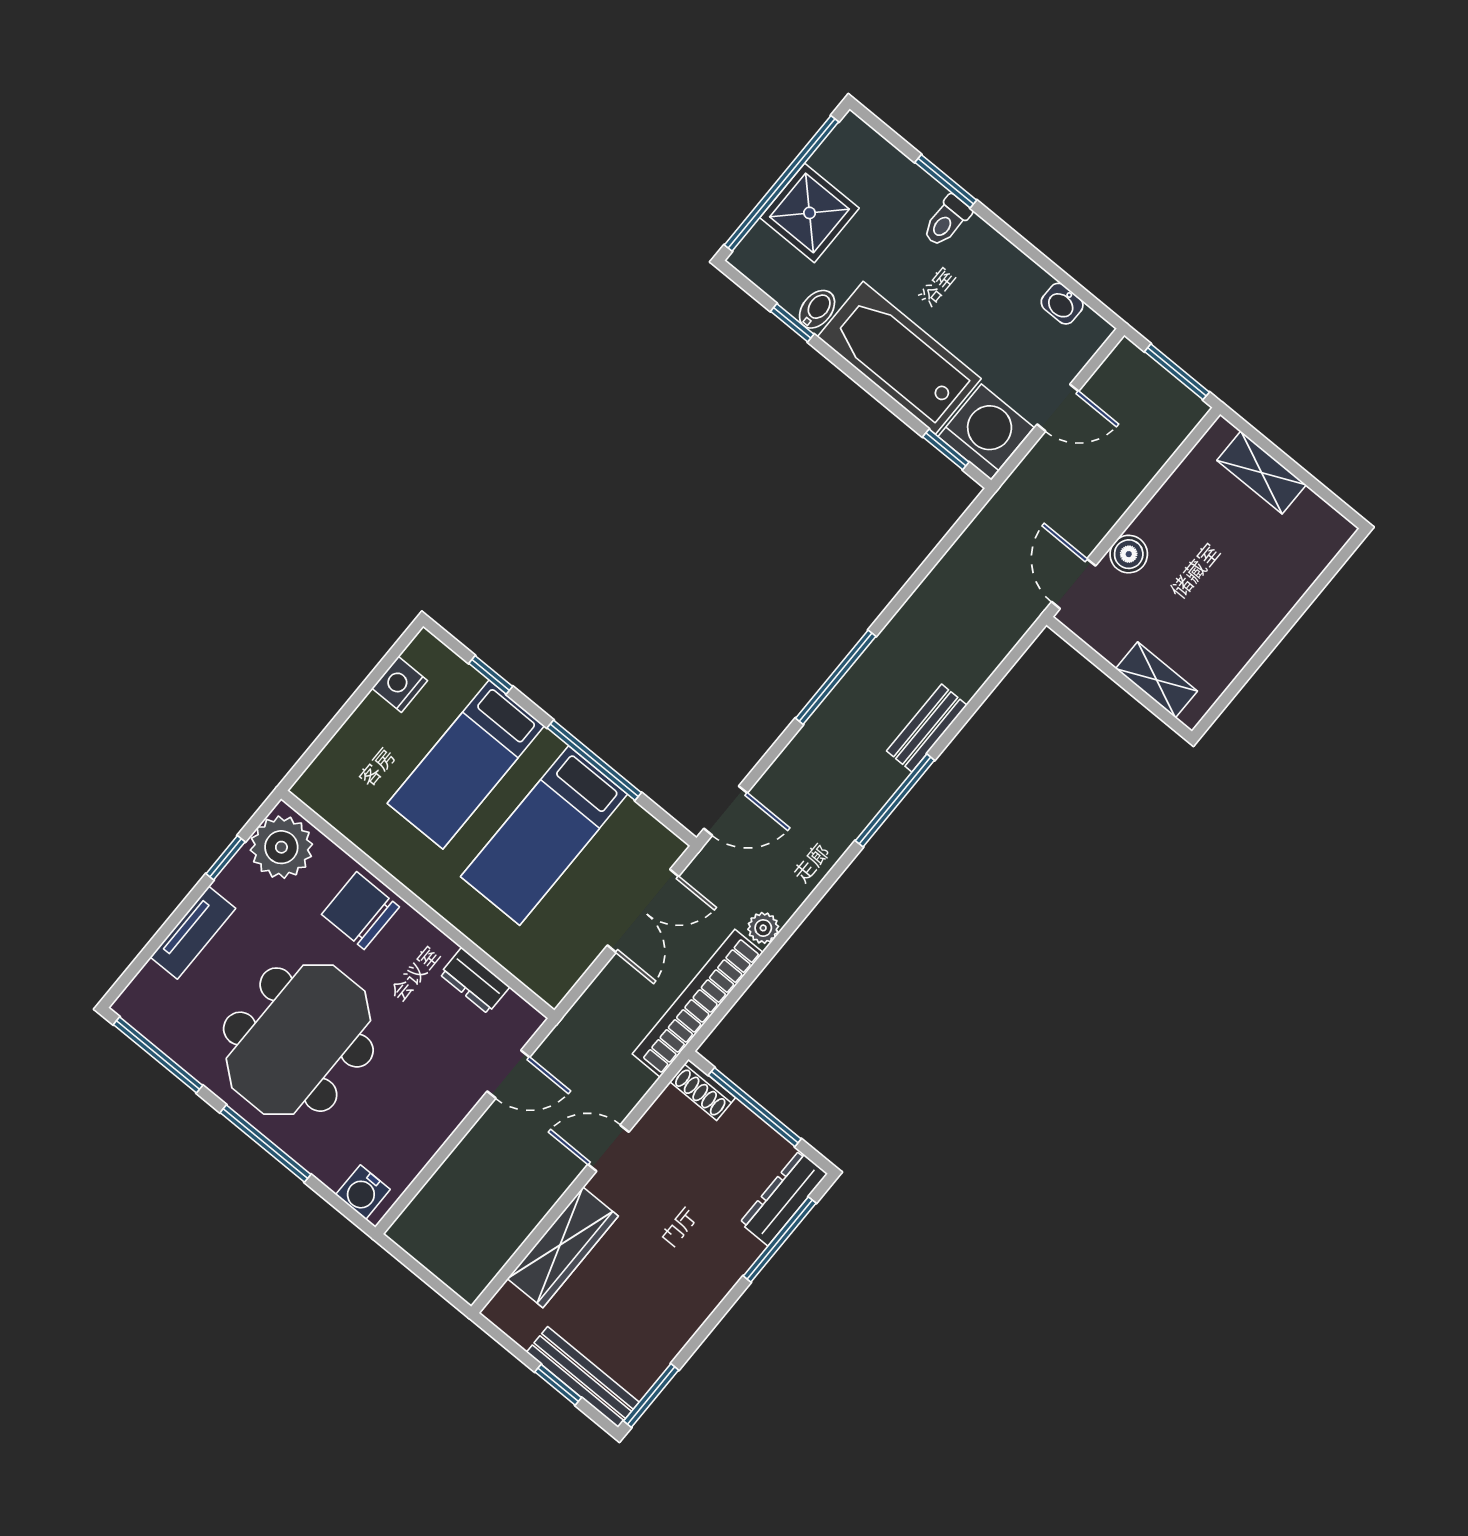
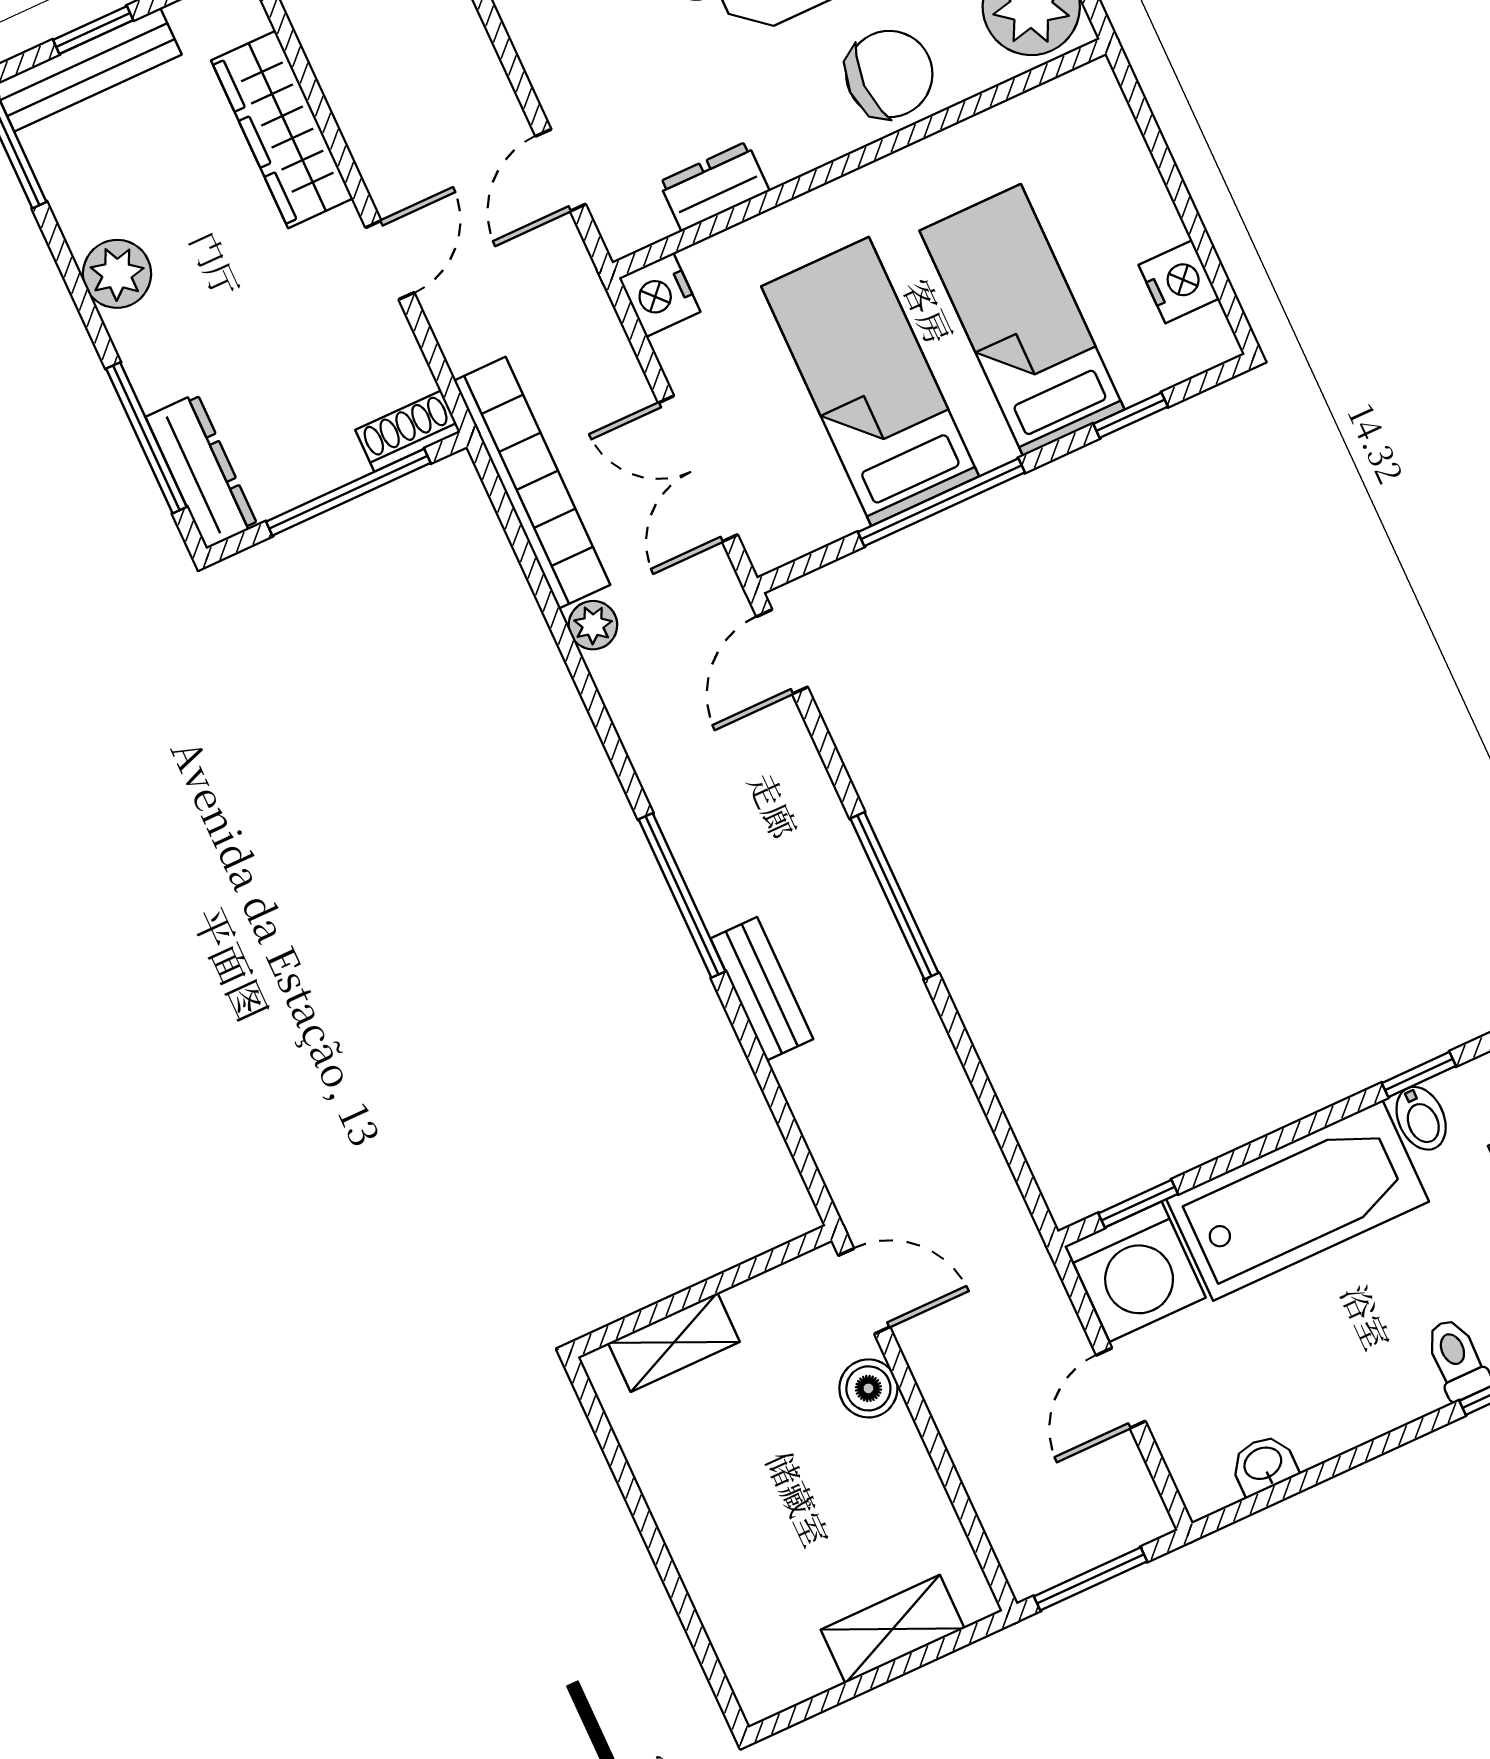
nightstand: (553, 982) -> (660, 295), added
plant: (693, 1303) -> (117, 274), added

